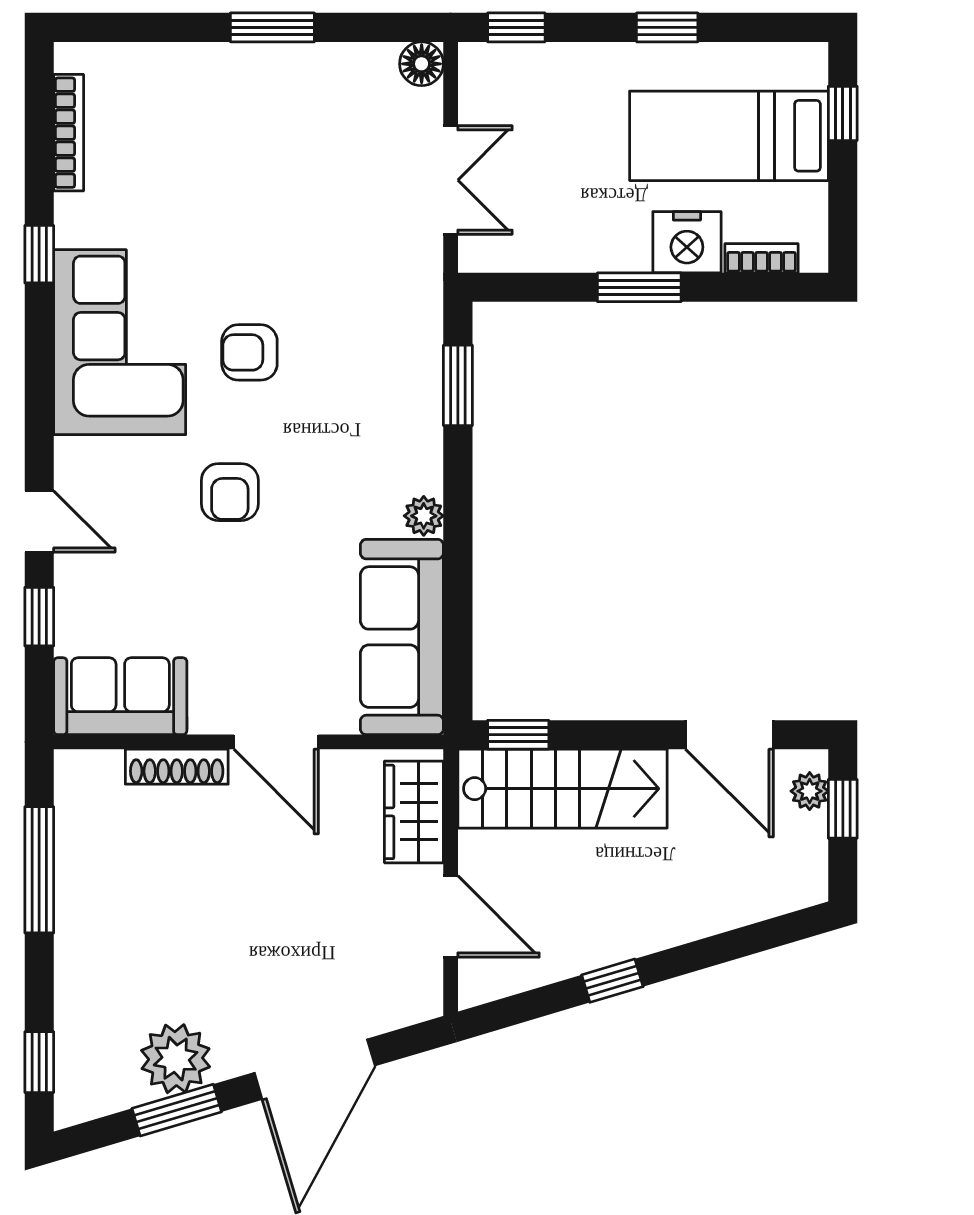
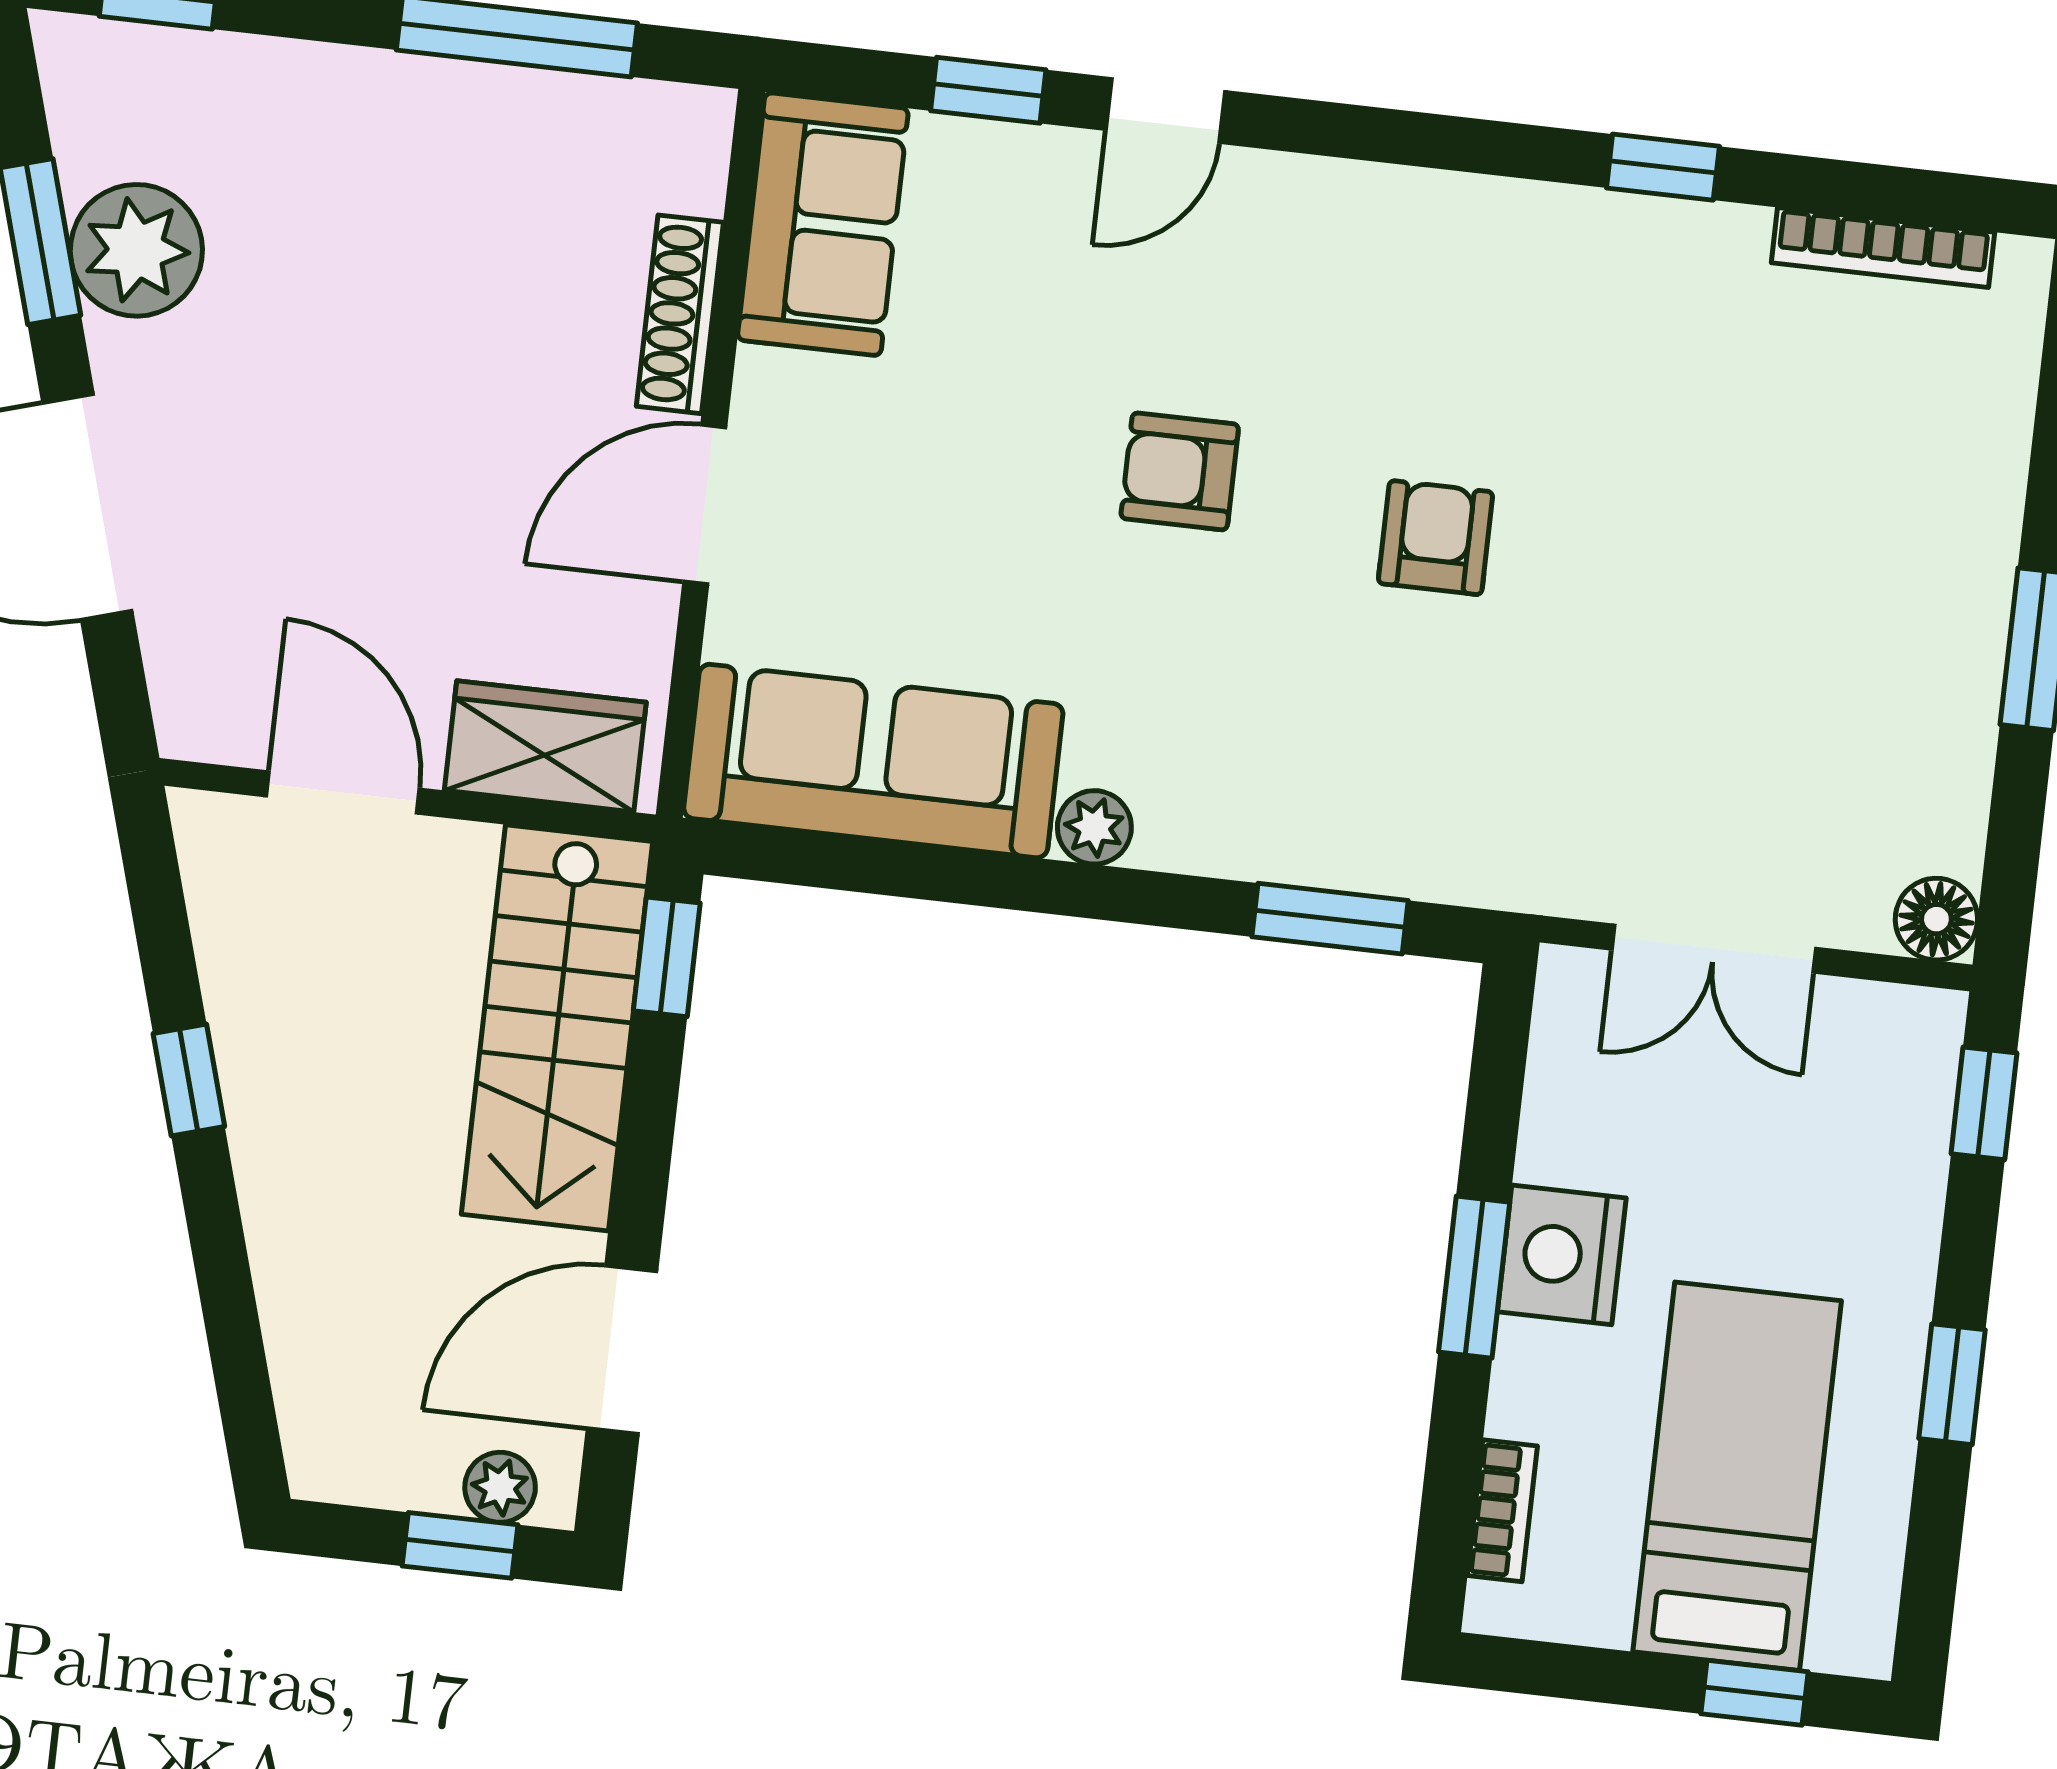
nightstand: (687, 242) -> (1562, 1255), moved
corner sofa: (120, 342) -> (1482, 298), removed
door: (451, 916) -> (343, 792), swing flipped

